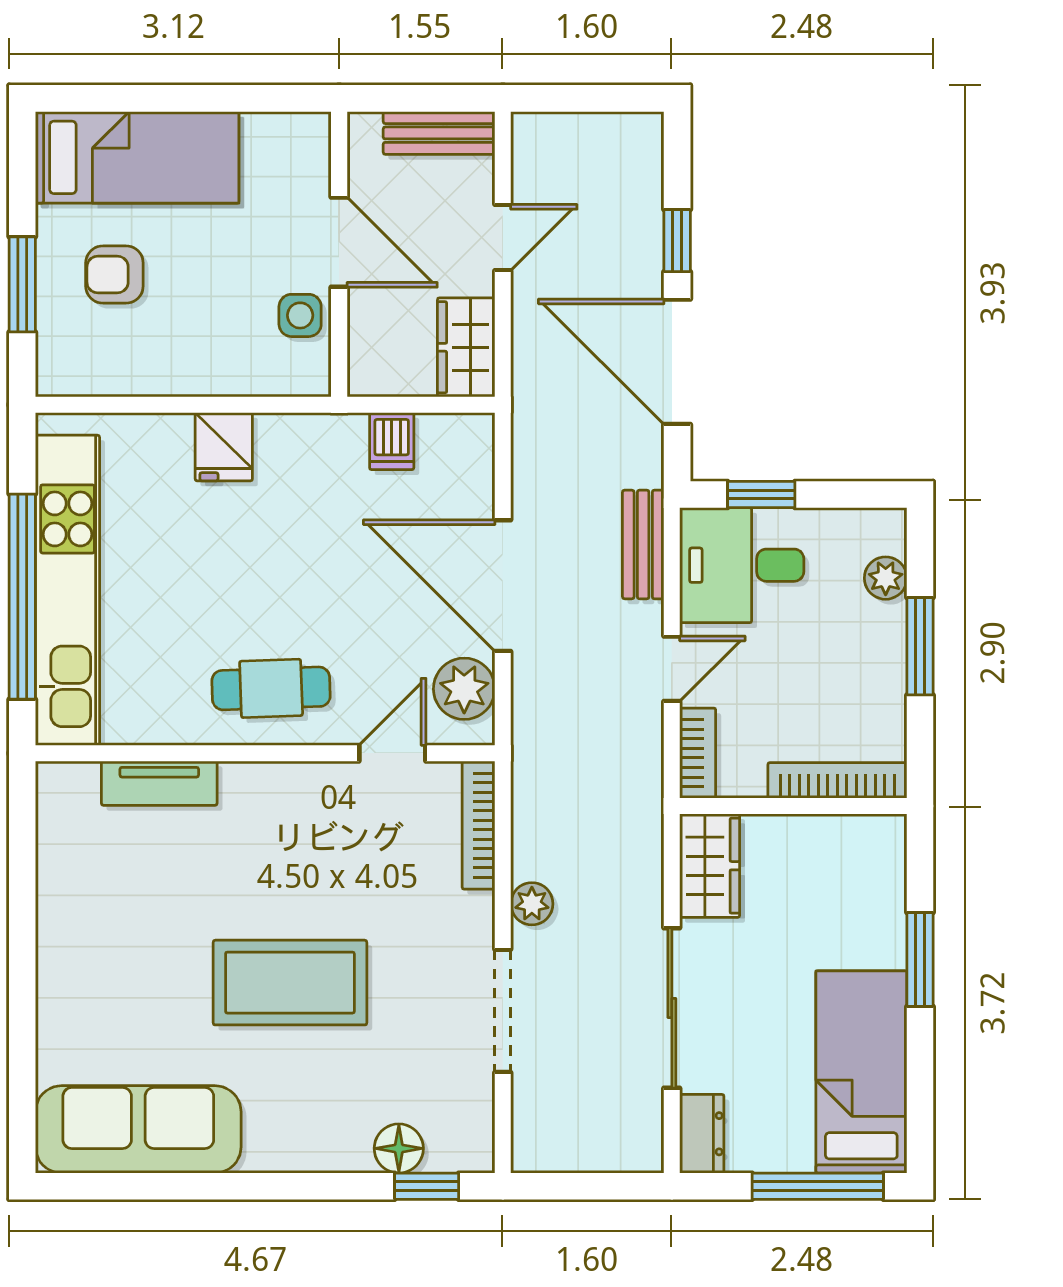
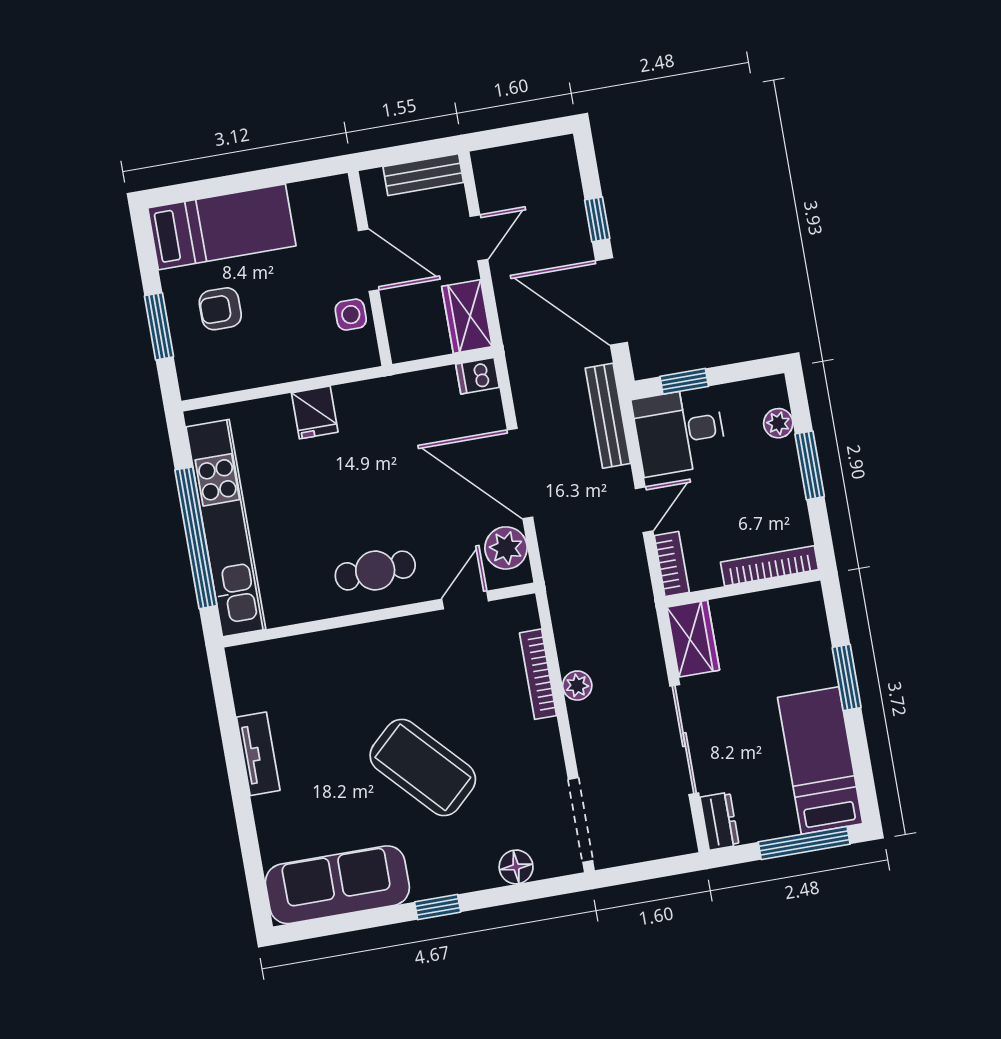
dishwasher: (392, 441) -> (477, 376), moved, turned 90
bench: (643, 544) -> (608, 416), width x1.36
tv unit: (159, 783) -> (258, 754), moved, turned -90
bookcase: (479, 825) -> (538, 674), moved
coffee table: (290, 983) -> (423, 767), turned 47
doorway: (503, 1011) -> (580, 820), moved
window: (427, 1186) -> (438, 907), moved

